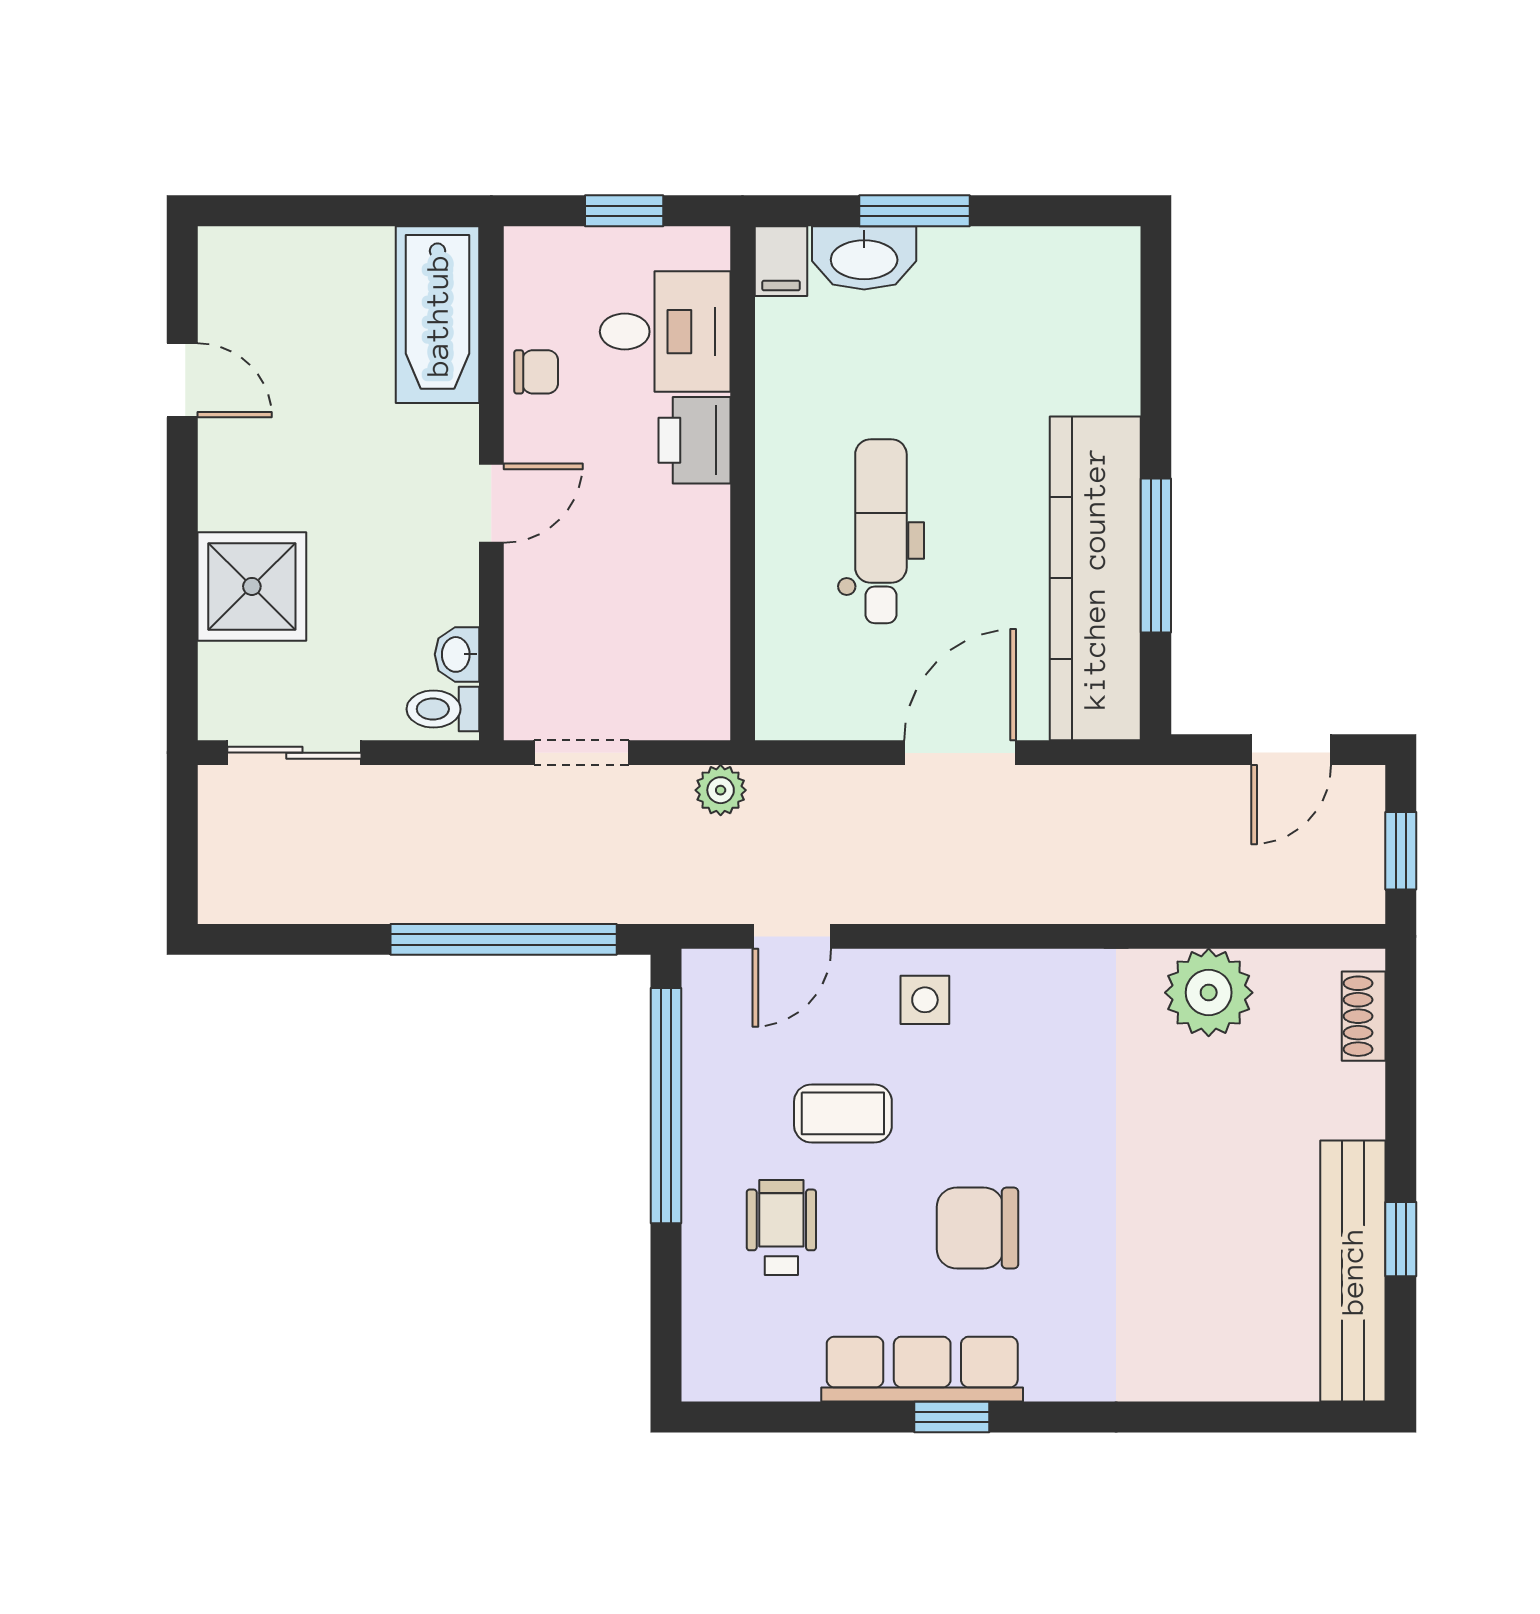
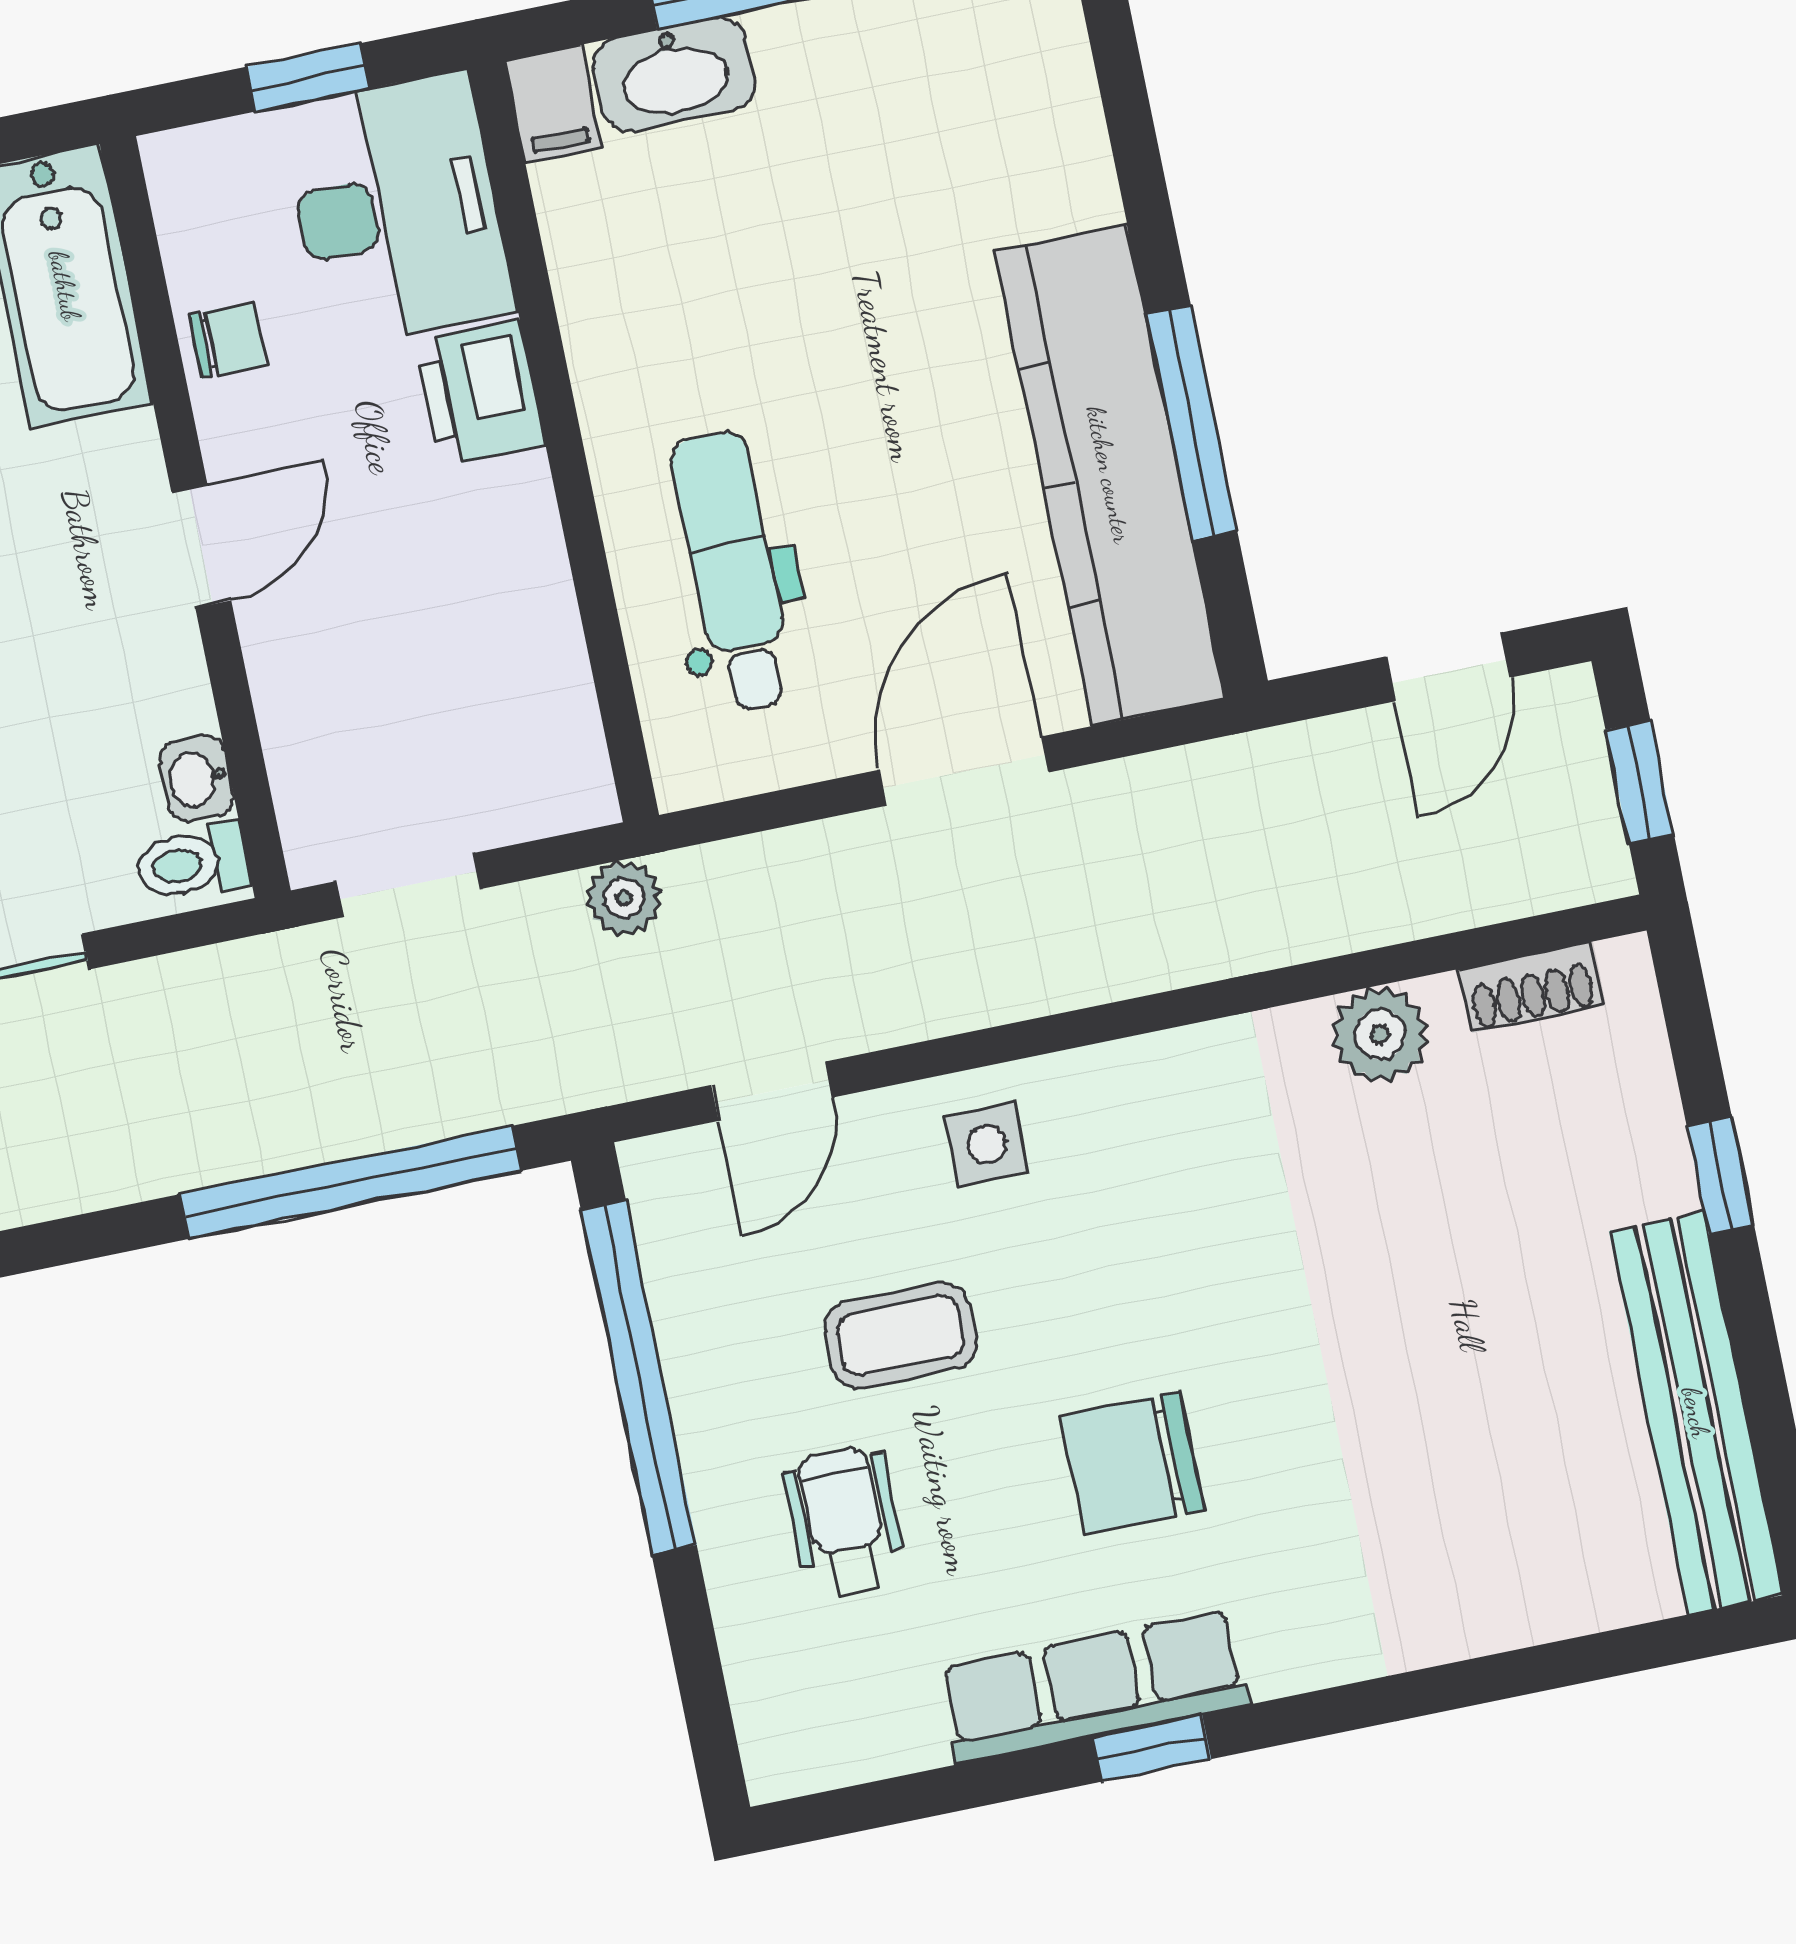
desk: (665, 332) -> (398, 209), width x1.37
dental chair: (881, 531) -> (733, 571), moved
plant: (1209, 993) -> (1380, 1034), width x0.73, depth x0.73
shoe rack: (1364, 1016) -> (1531, 987), moved, turned -90
window: (1401, 1239) -> (1720, 1176), moved

